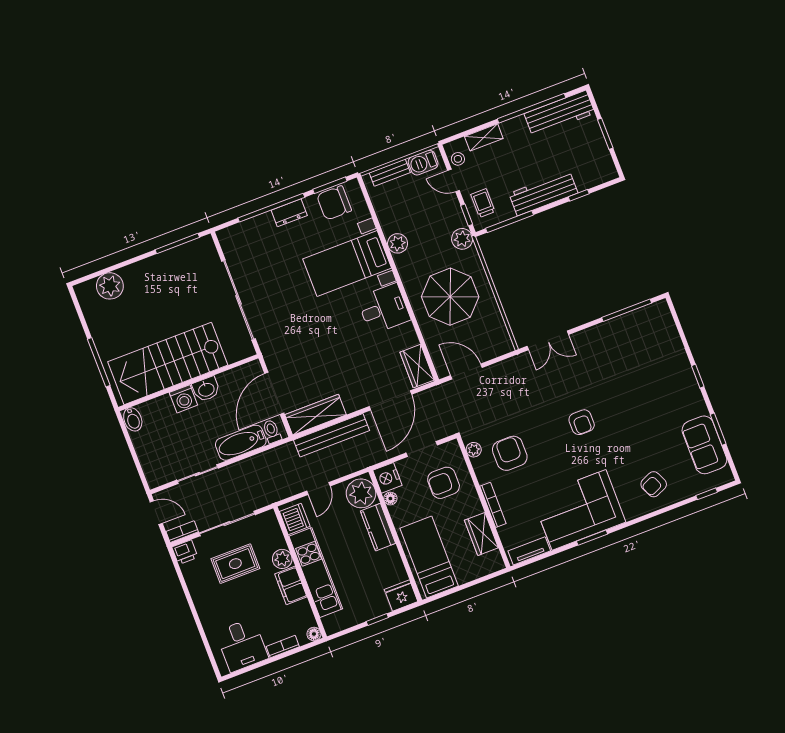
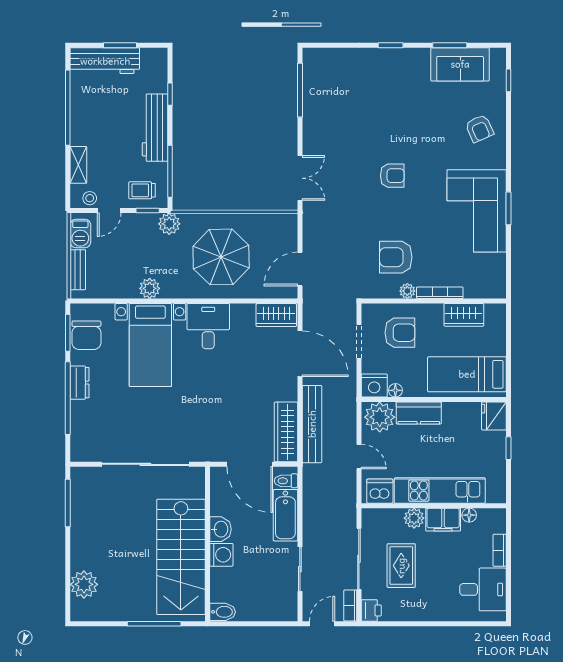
workbench: (559, 113) -> (105, 61), moved, turned 90
plant: (474, 450) -> (407, 291), moved
armchair: (444, 483) -> (400, 333), turned -90
tv unit: (529, 551) -> (498, 274), removed
floor lamp: (314, 634) -> (469, 515), moved

